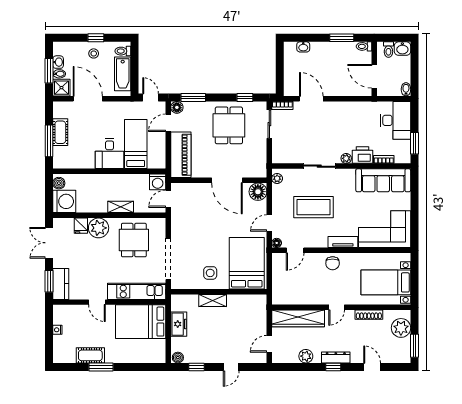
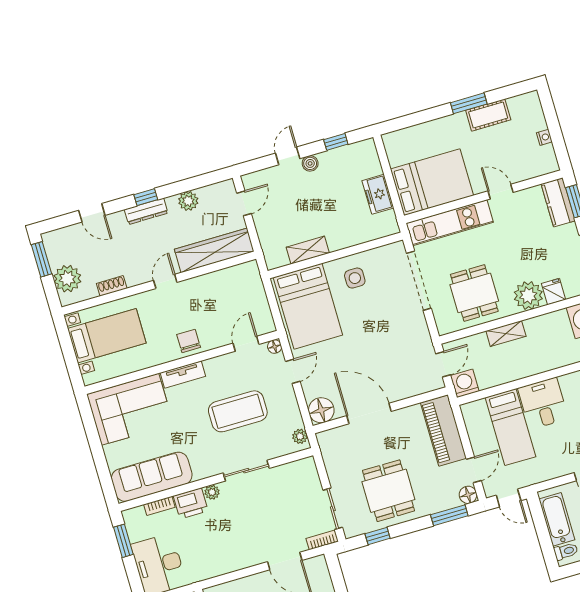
shelving: (213, 301) -> (308, 250), moved
shoe rack: (369, 315) -> (112, 286), width x0.70
boiler: (178, 358) -> (310, 163), moved

